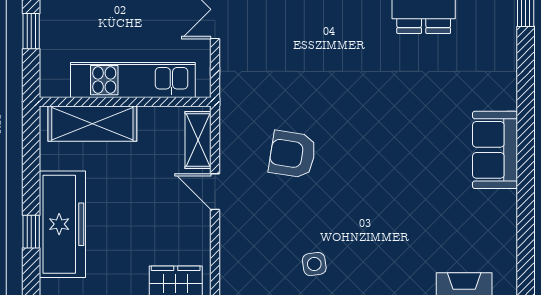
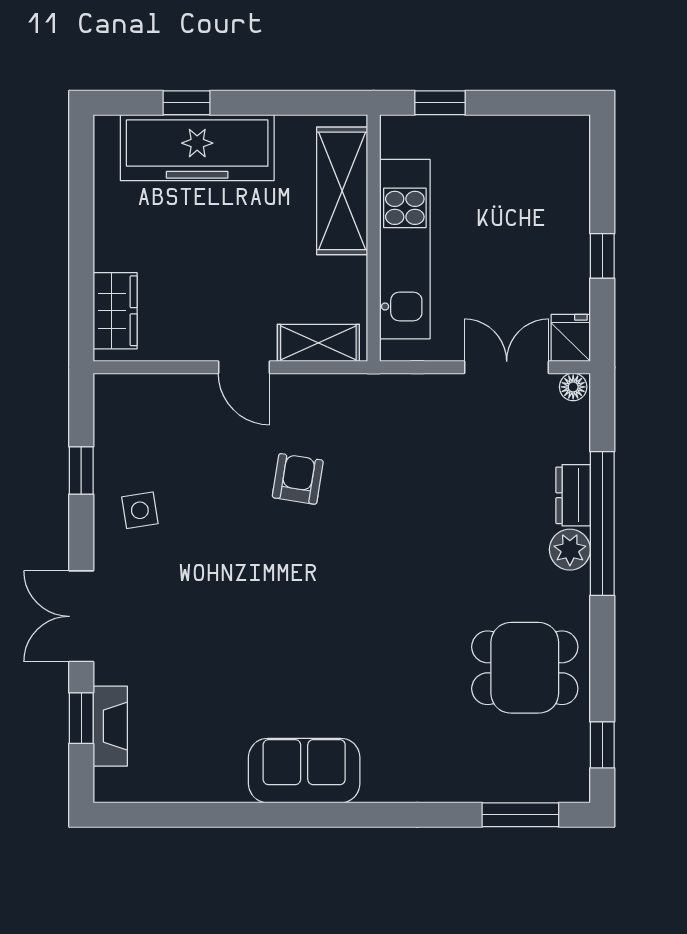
window: (31, 31) -> (440, 103), moved
armchair: (292, 154) -> (298, 479), width x0.72, depth x0.72
door: (215, 192) -> (244, 367), swing flipped

